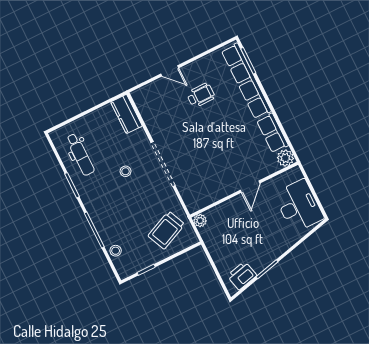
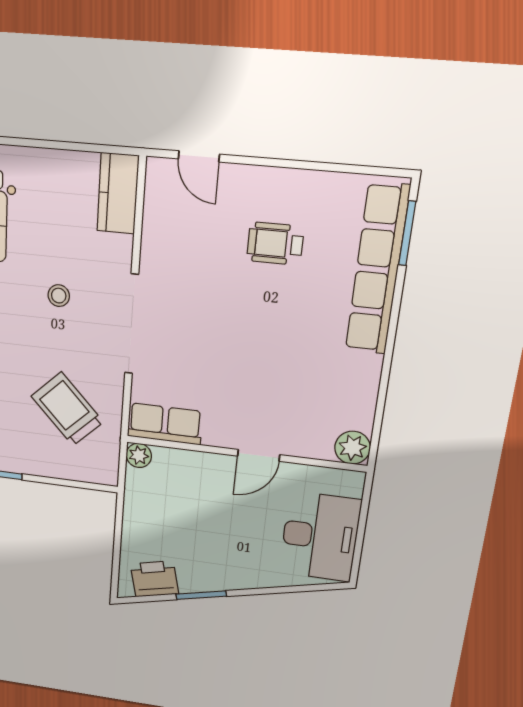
door: (170, 71) -> (199, 156), moved
wheelchair: (201, 95) -> (275, 244), turned 180
row of seats: (272, 133) -> (165, 424), moved, turned 90
trolley: (166, 230) -> (67, 409), moved, turned 70

